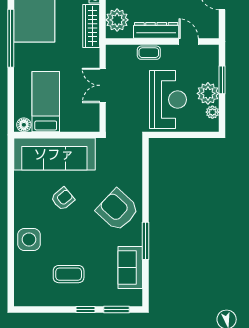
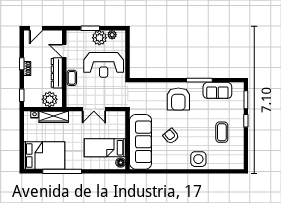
door: (189, 41) -> (64, 51), hinge flipped
reception desk: (168, 100) -> (104, 65), turned 180
armchair: (118, 210) -> (178, 99), turned -43

